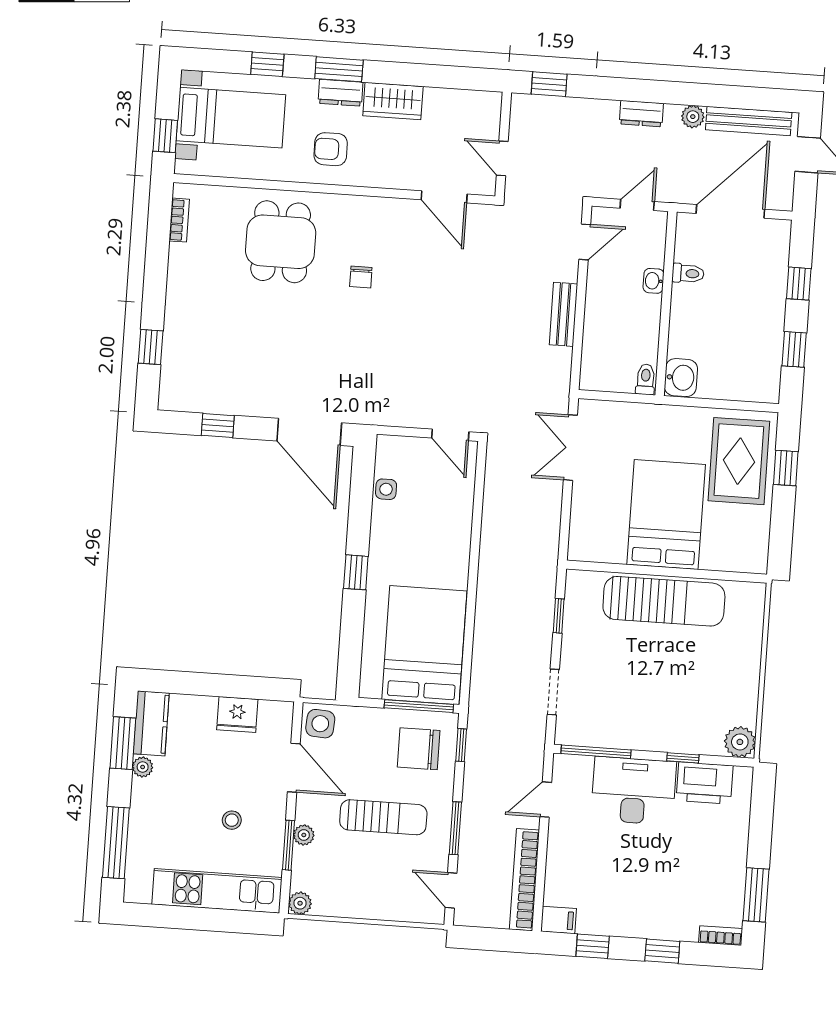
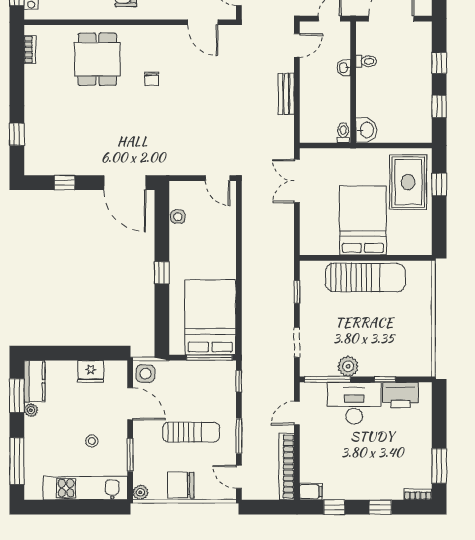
plant: (740, 742) -> (348, 366), moved
chair: (419, 749) -> (181, 485), moved
plant: (304, 835) -> (140, 447), removed

